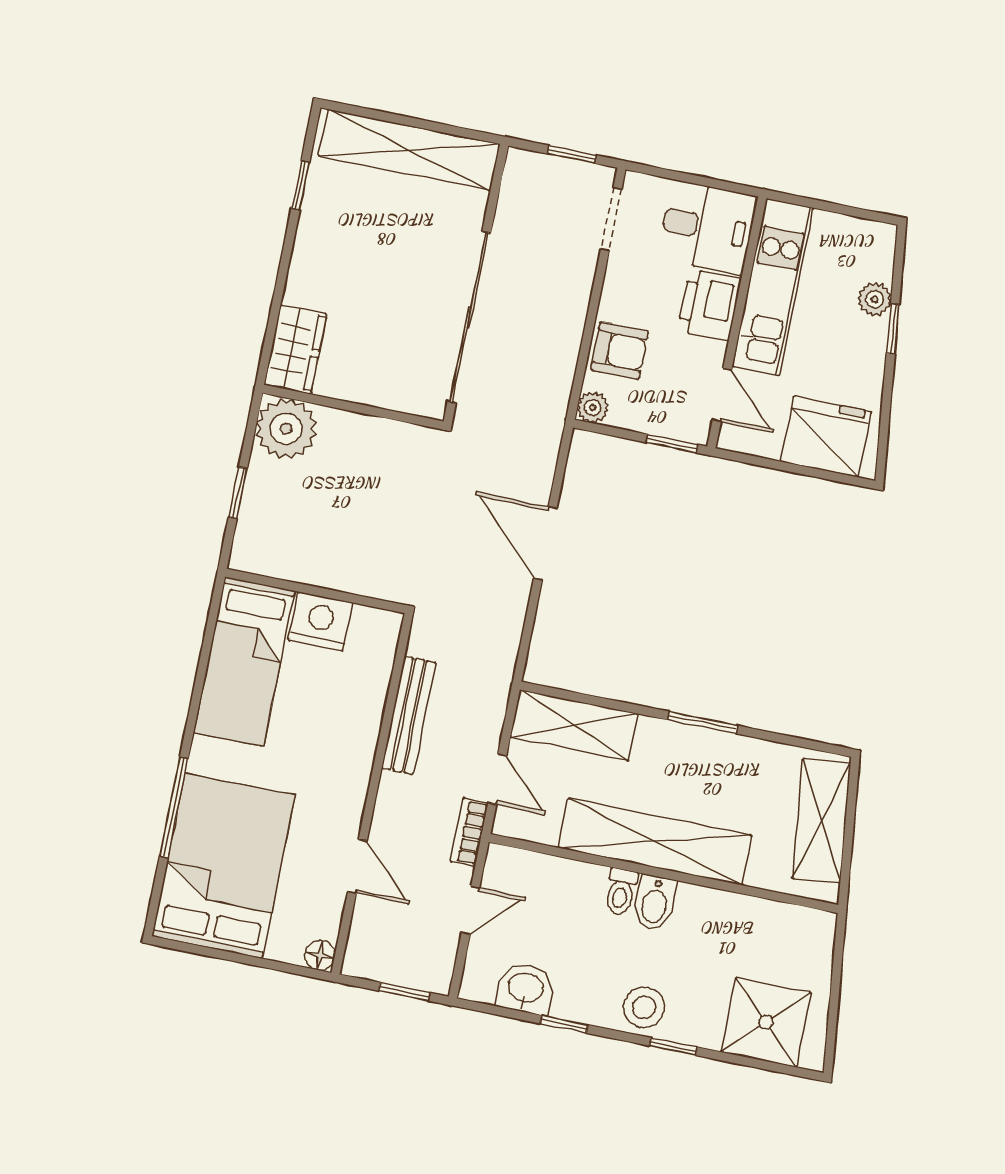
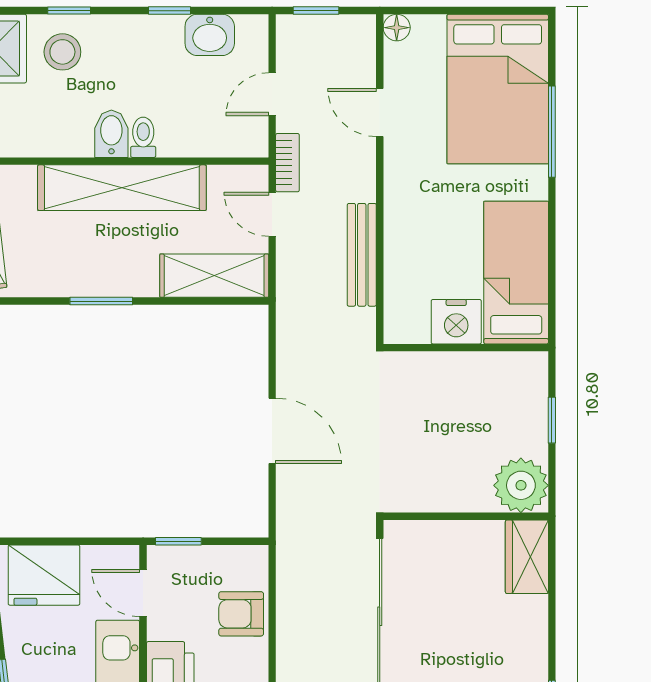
plant: (593, 408) -> (255, 559), removed
stool: (644, 1007) -> (62, 52), moved

